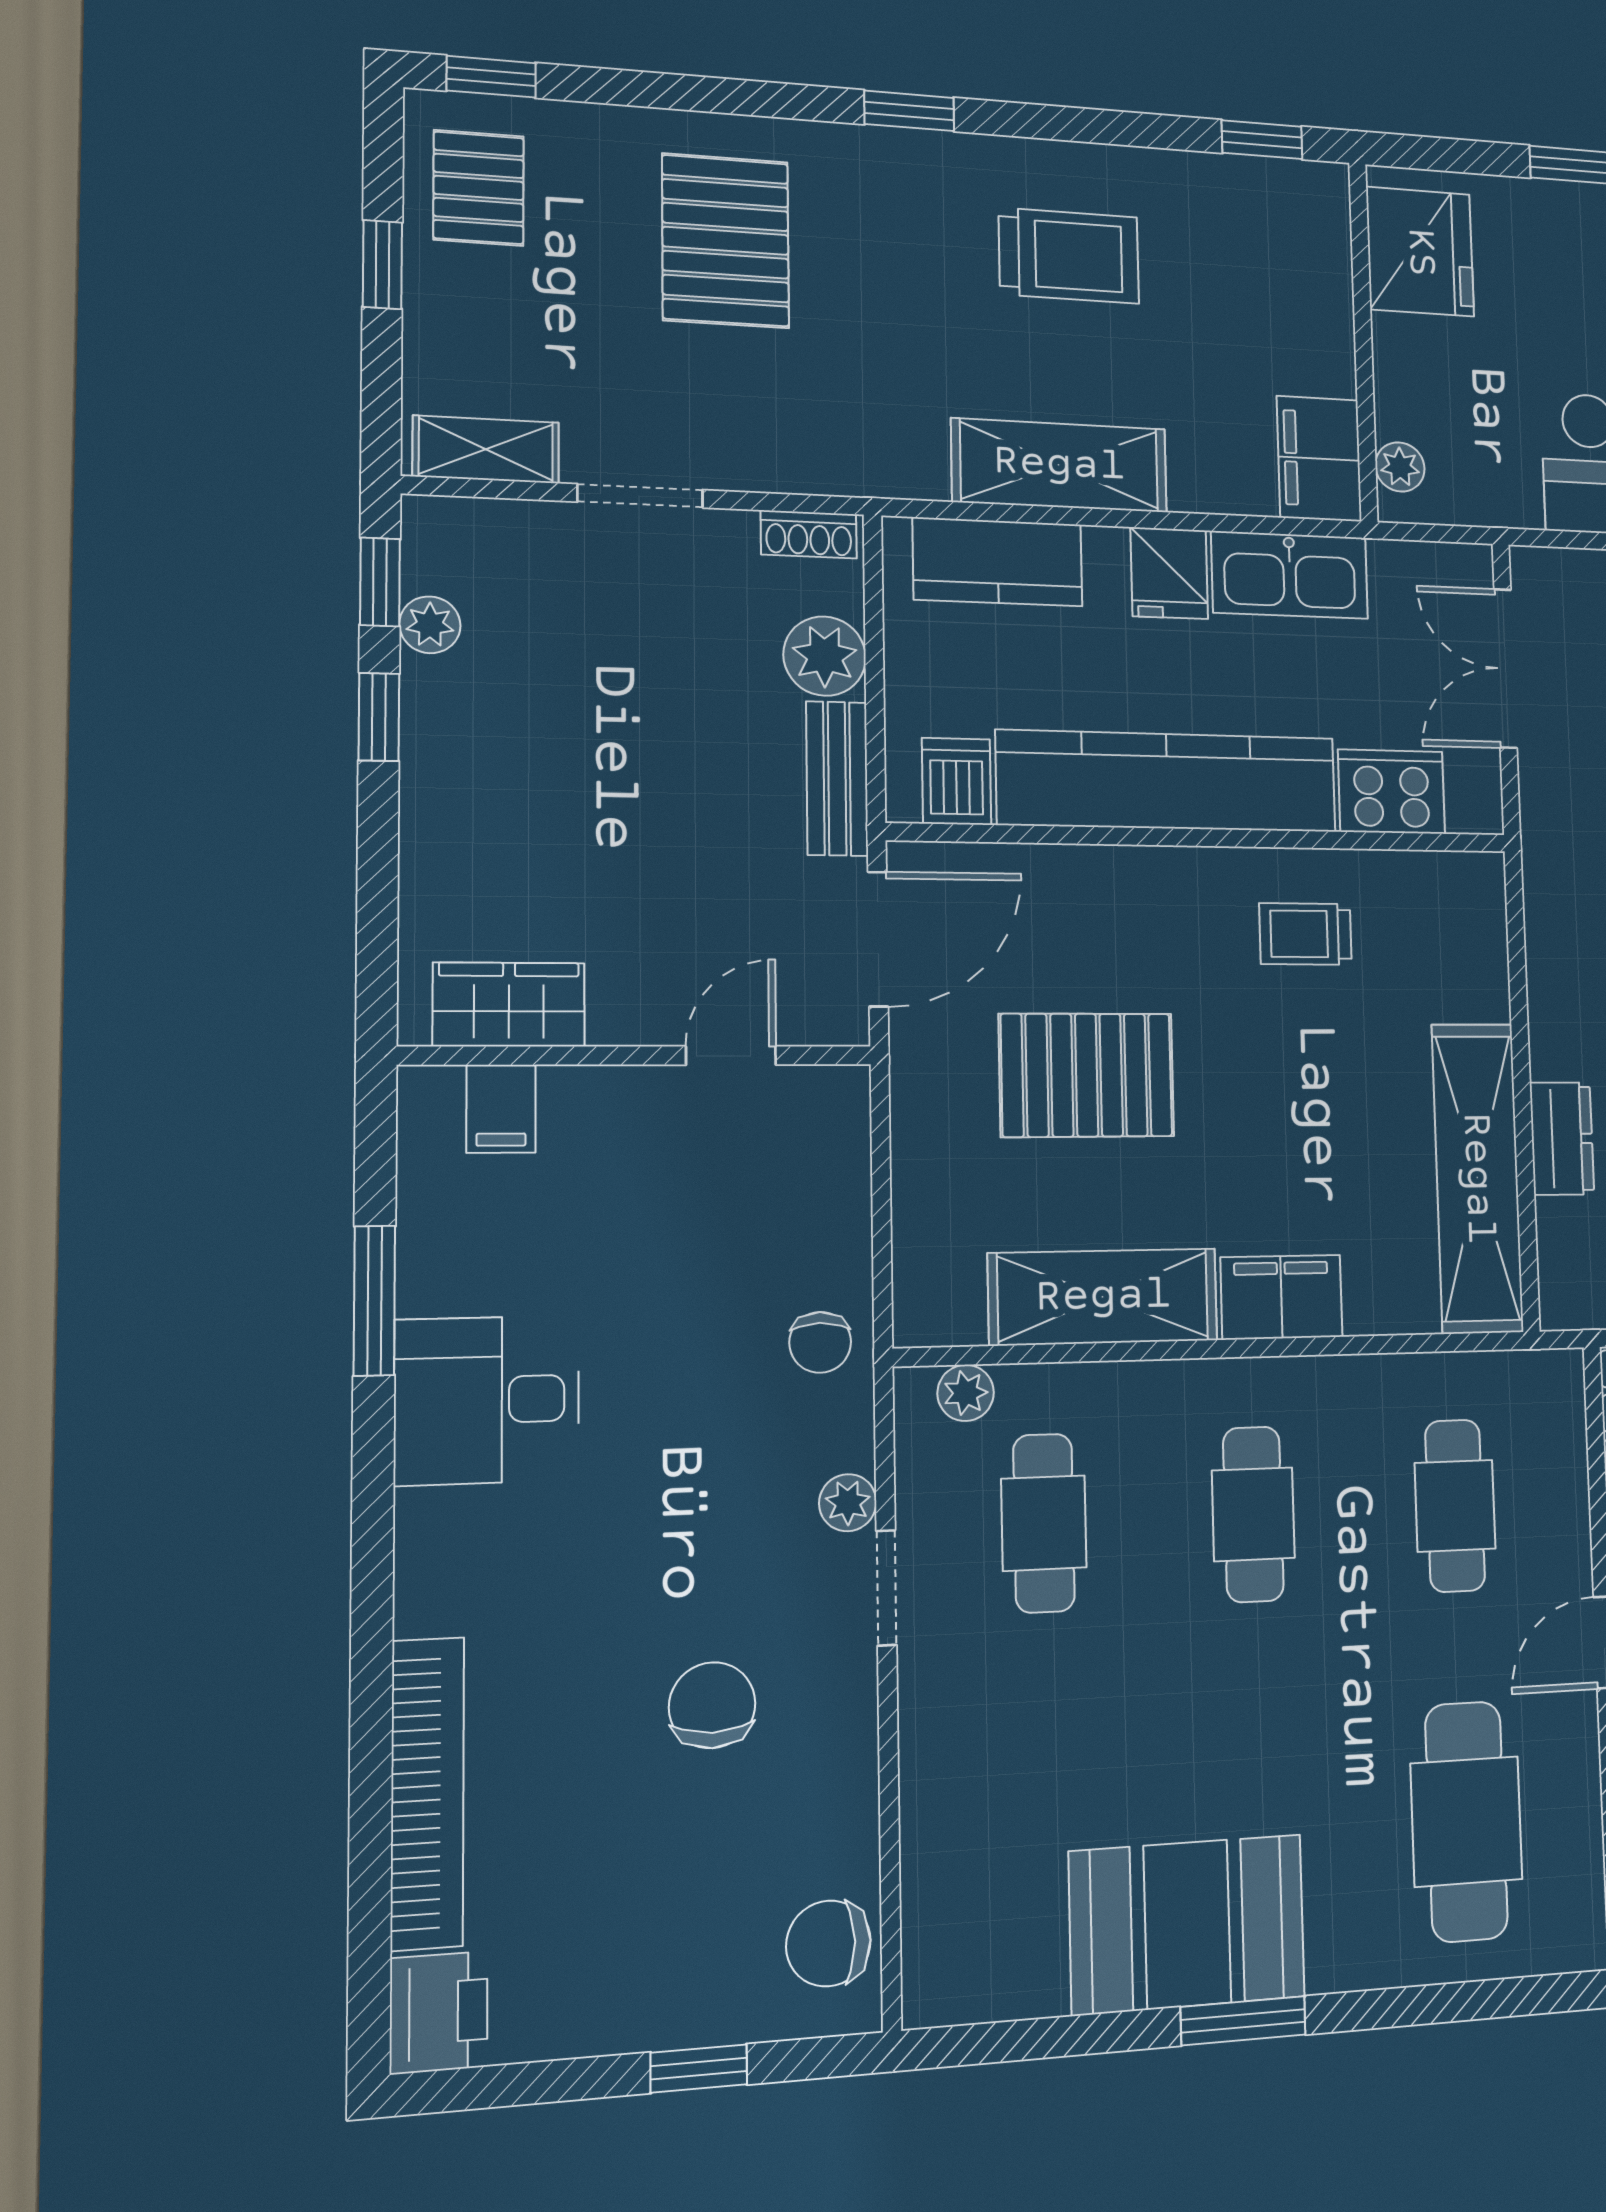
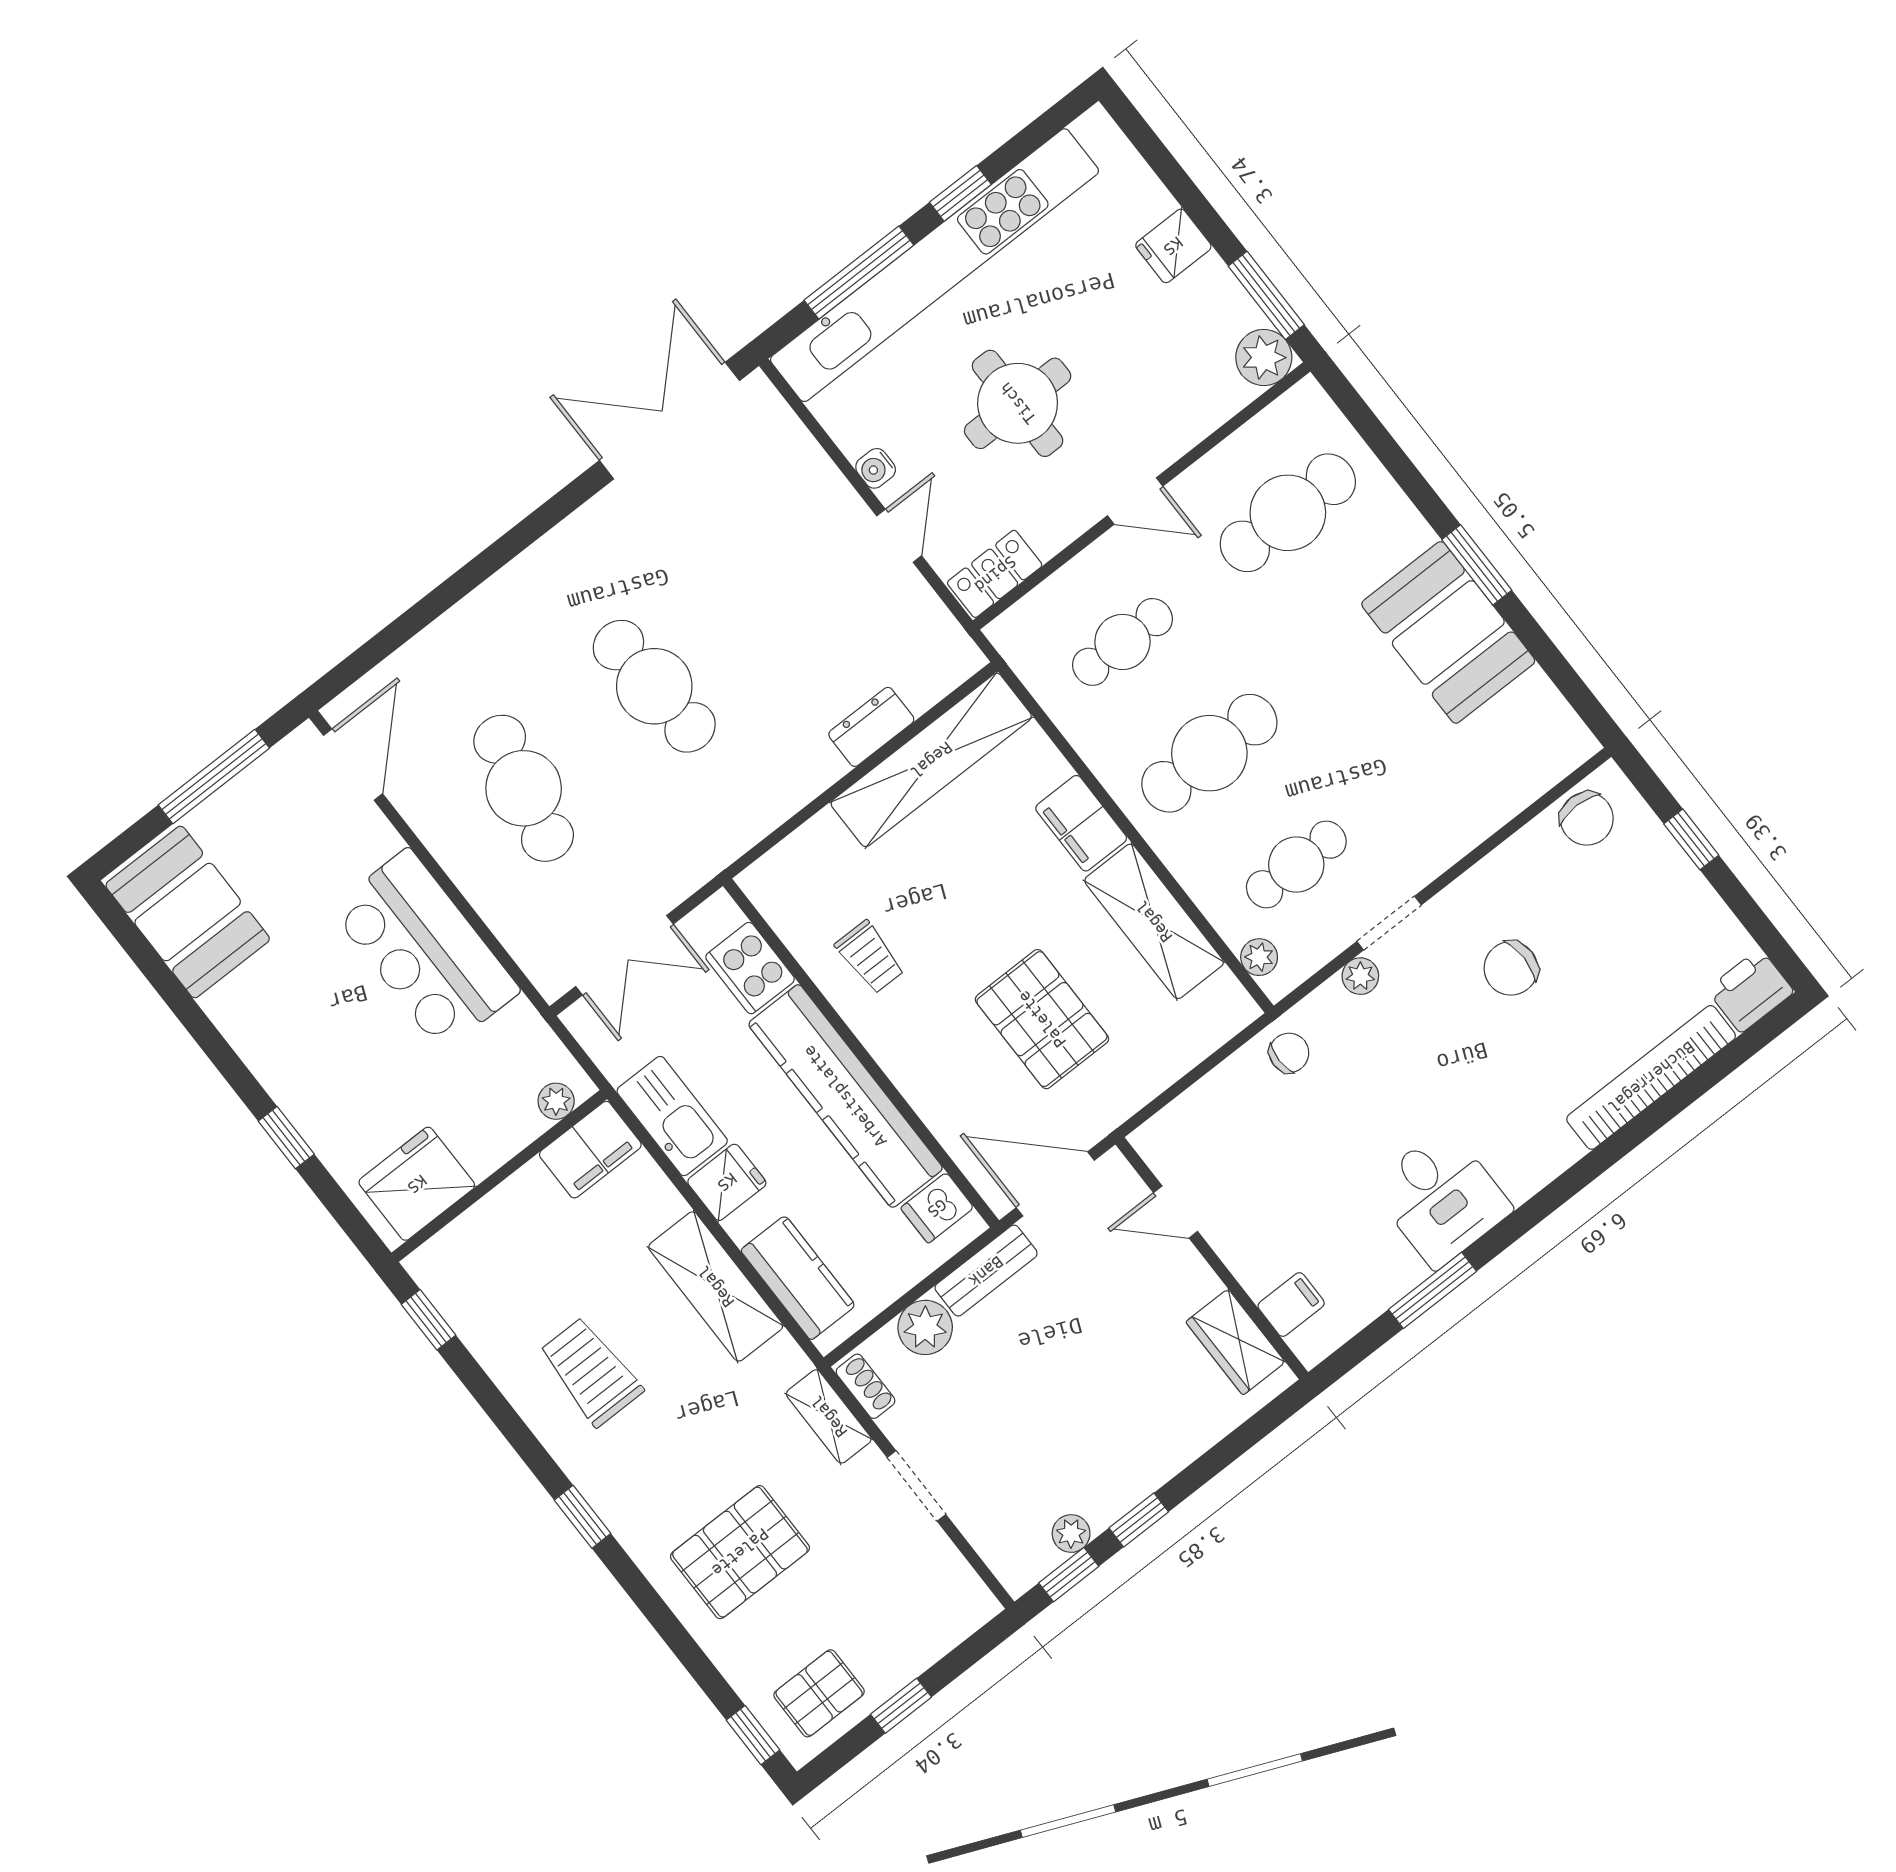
shelving: (486, 449) -> (829, 1416), moved
cafe table: (1253, 1514) -> (1209, 753), width x1.37, depth x1.35

